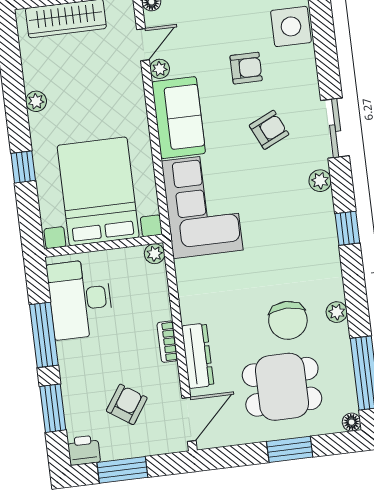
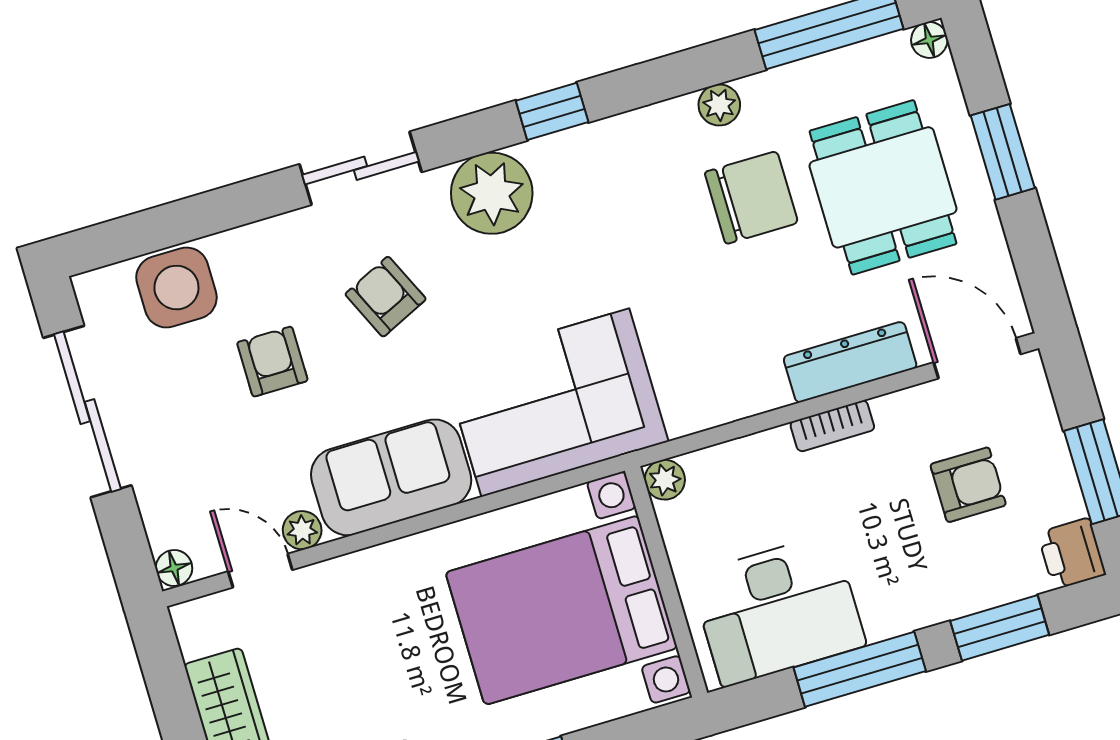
plant: (320, 181) -> (492, 193), width x1.87, depth x1.87
armchair: (127, 404) -> (968, 485), turned 146

